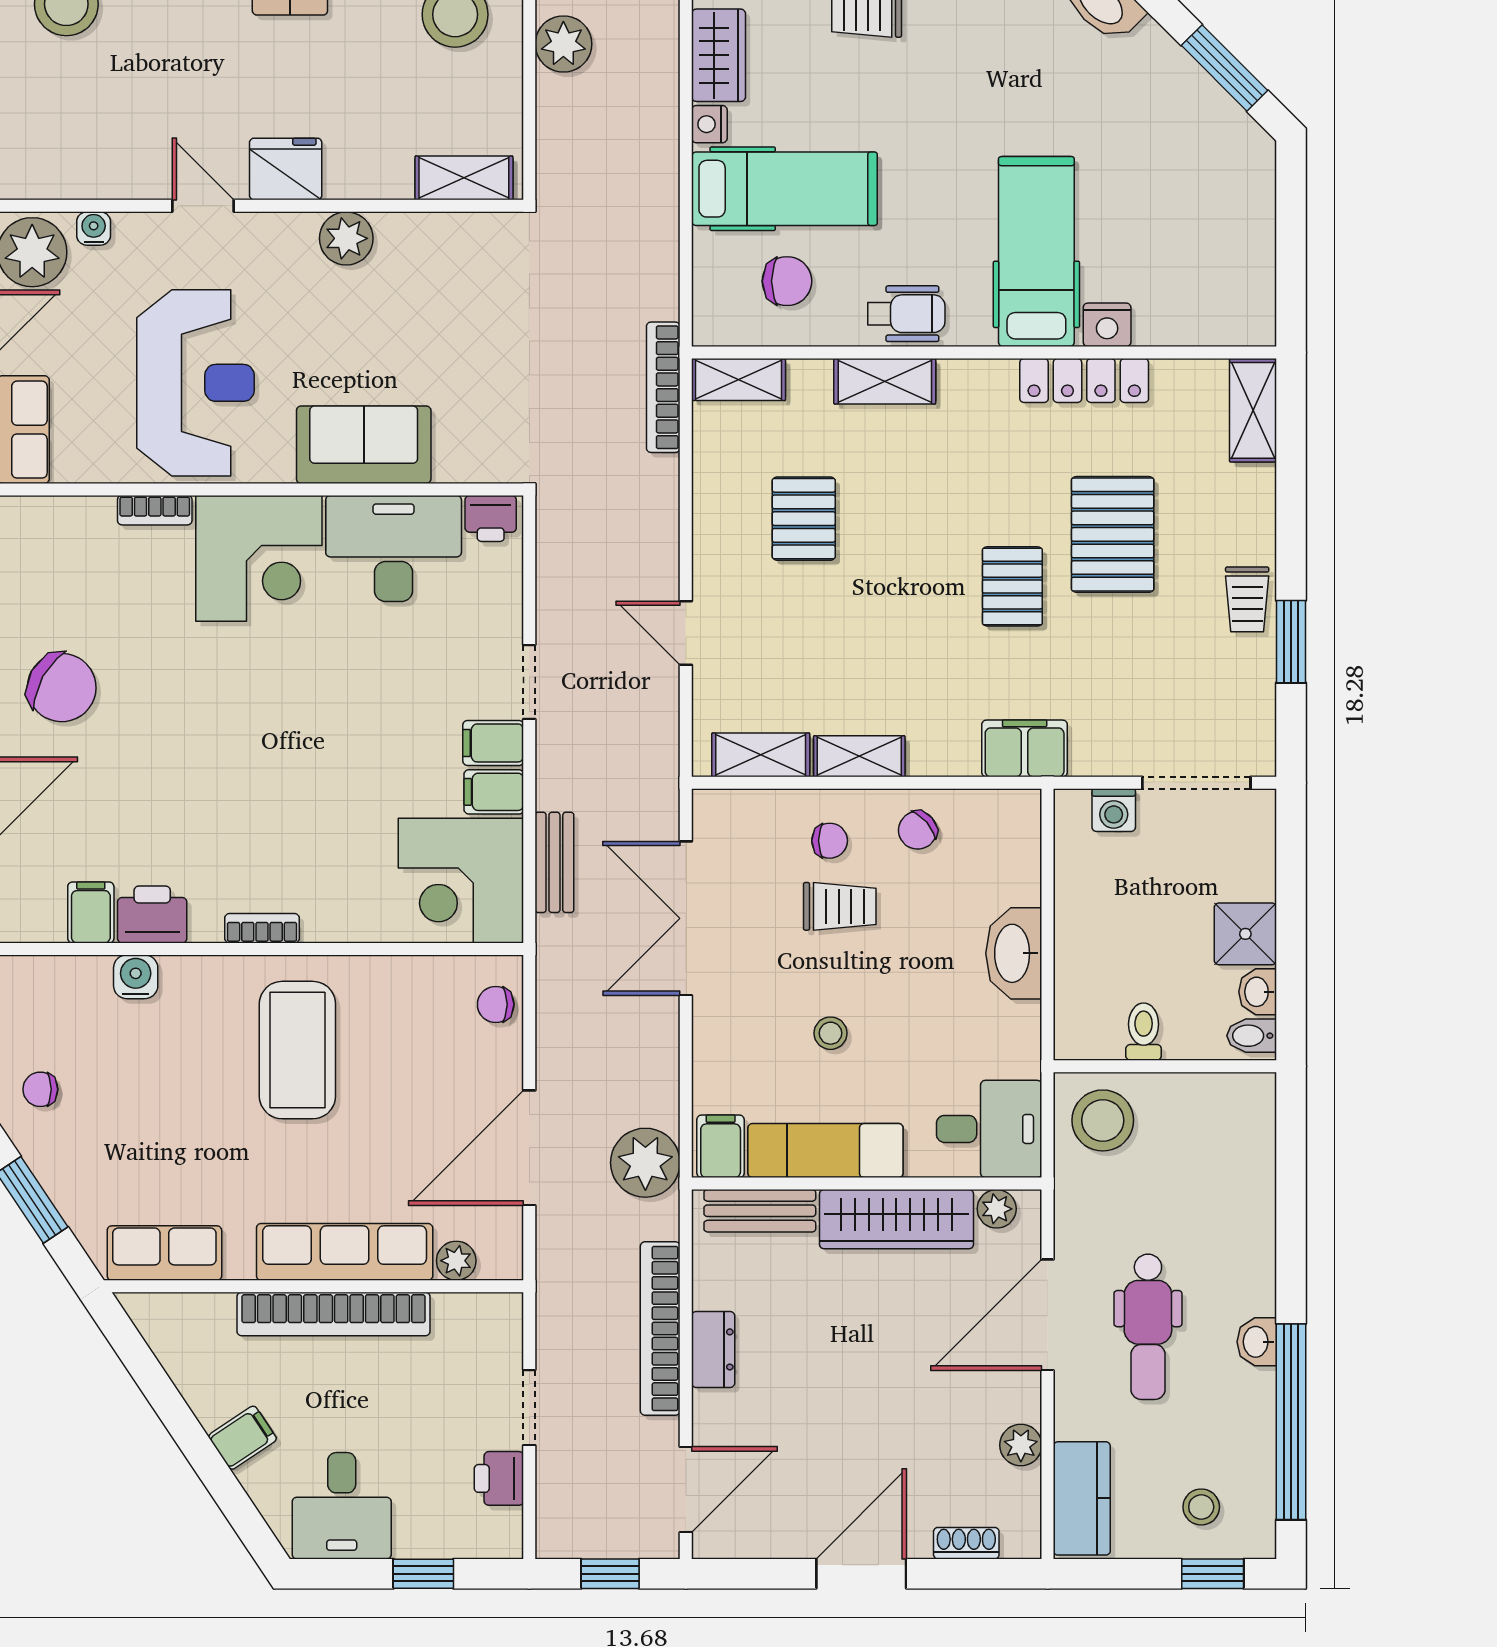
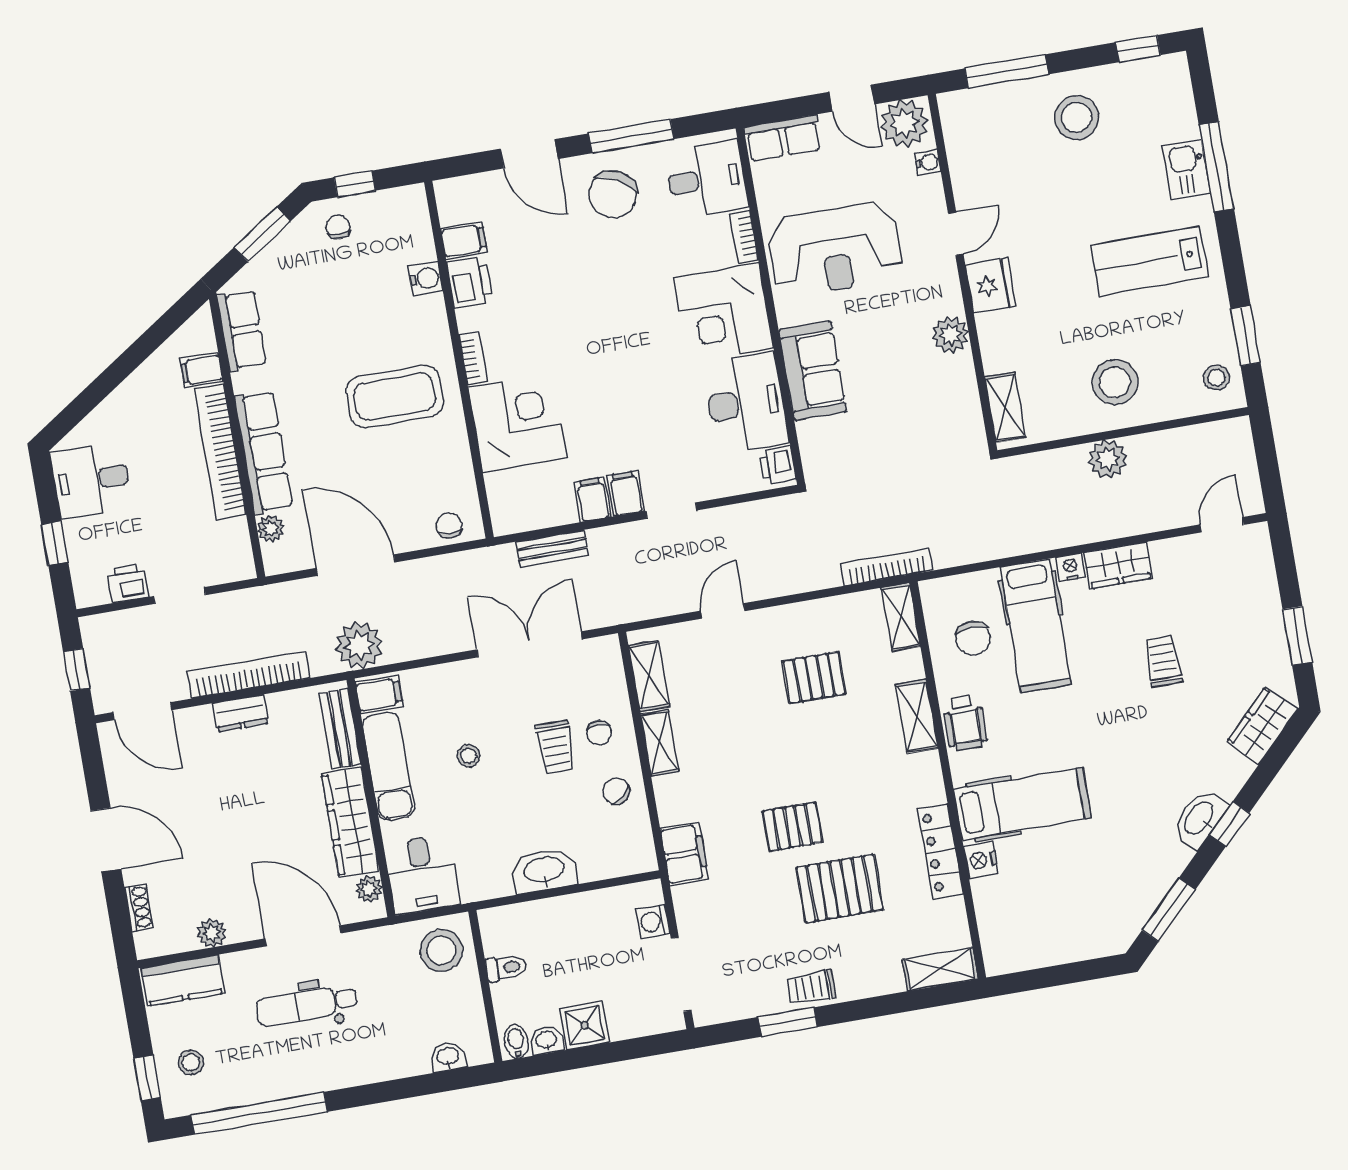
desk: (63, 550) -> (706, 179), added
corner desk: (461, 881) -> (518, 423), moved, turned 90
washbasin: (1257, 1342) -> (448, 1057), moved
filing cabinet: (243, 1438) -> (202, 370), moved, turned 124

